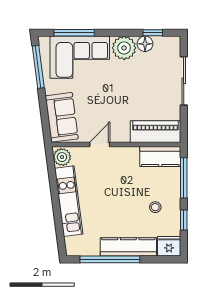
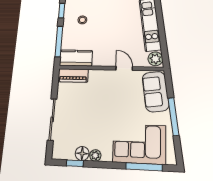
plant: (124, 48) -> (95, 155), width x0.53, depth x0.53
window: (38, 67) -> (173, 116), moved
piano: (155, 132) -> (73, 76), width x0.73, depth x0.75
door: (100, 145) -> (124, 68), swing flipped

